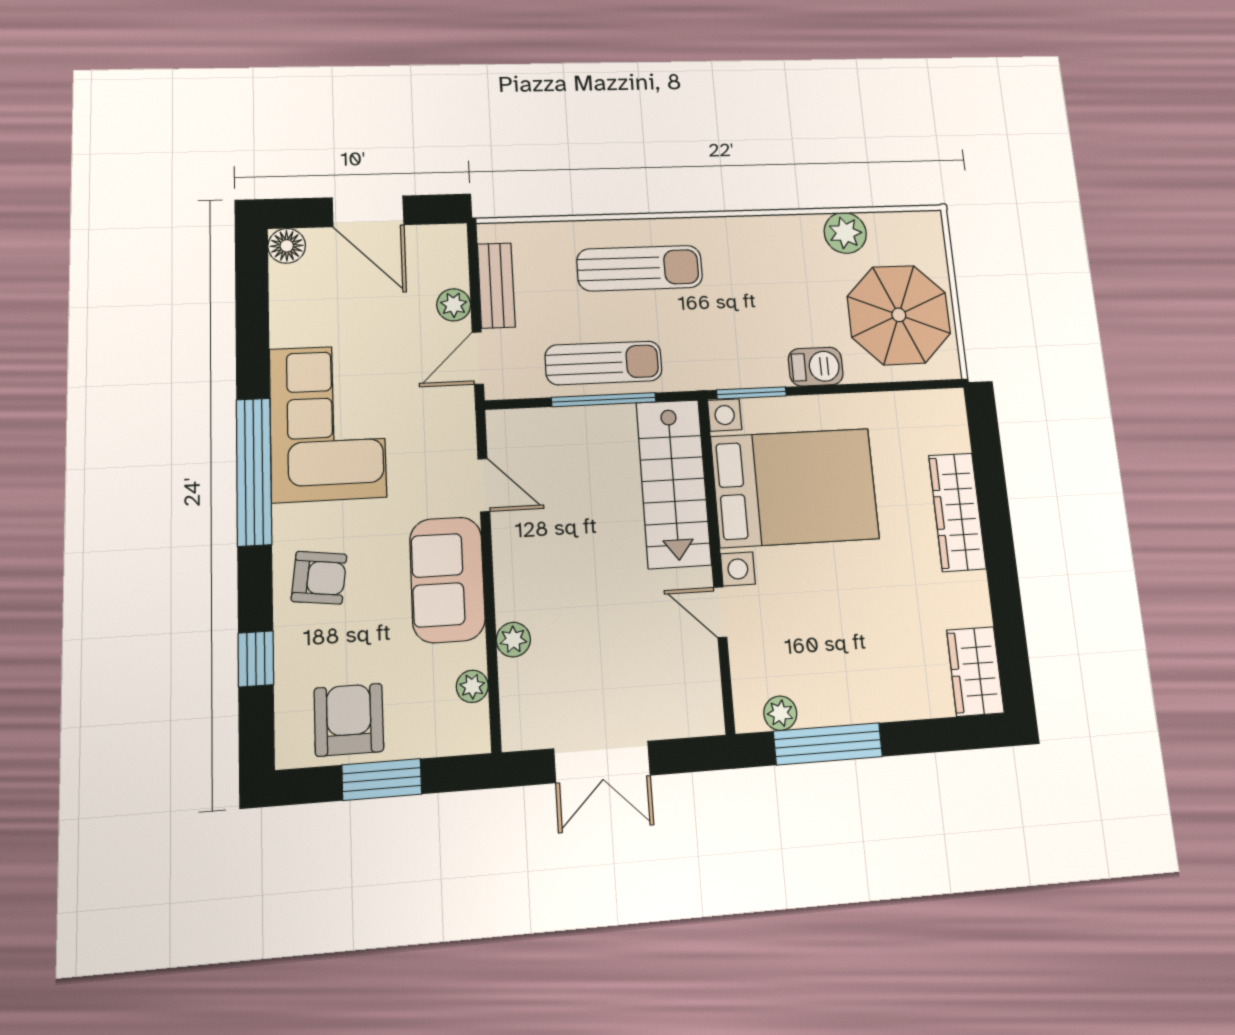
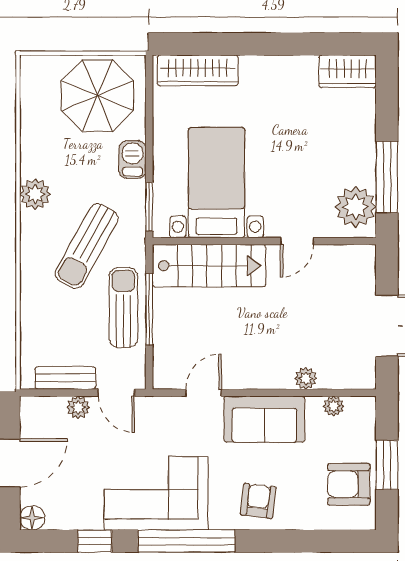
plant: (845, 233) -> (35, 194), moved
sun lounger: (640, 268) -> (87, 246), moved, turned -151
bed with nightstands: (795, 488) -> (217, 183), width x0.73
wardrobe: (957, 512) -> (198, 70), moved
window: (256, 659) -> (95, 541), moved
plant: (780, 713) -> (355, 207), width x1.87, depth x1.87

